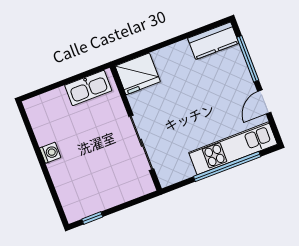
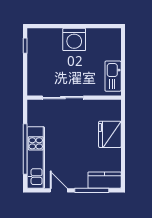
kitchen counter: (213, 41) -> (105, 180), moved, turned 90
fridge: (138, 74) -> (110, 134), moved
washing machine: (50, 153) -> (74, 39), width x1.89, depth x1.89

